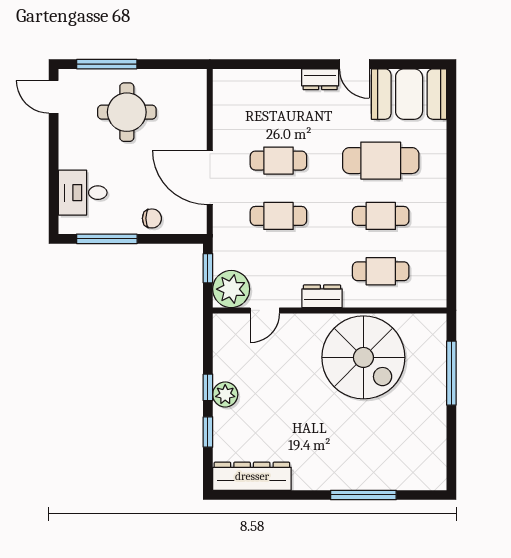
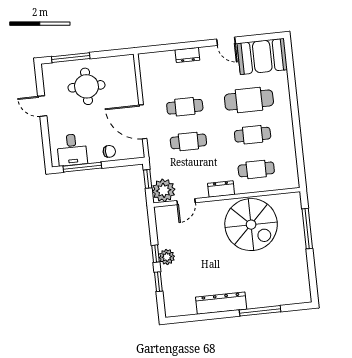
dresser: (320, 79) -> (187, 55), moved
door: (54, 97) -> (42, 106), moved
desk: (83, 193) -> (72, 150), moved, turned -90
dresser: (252, 476) -> (221, 303), moved

